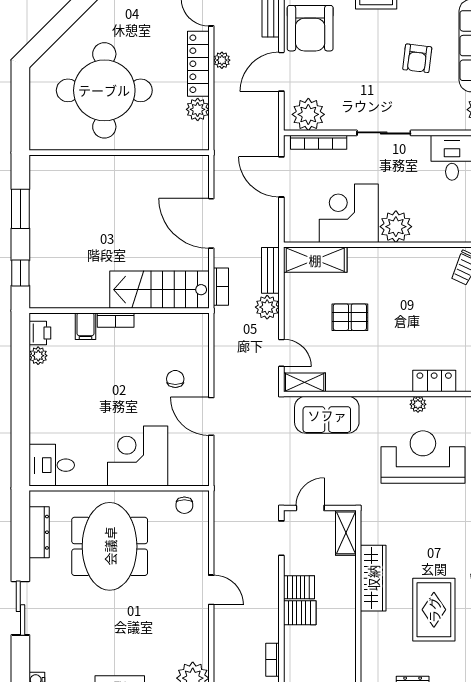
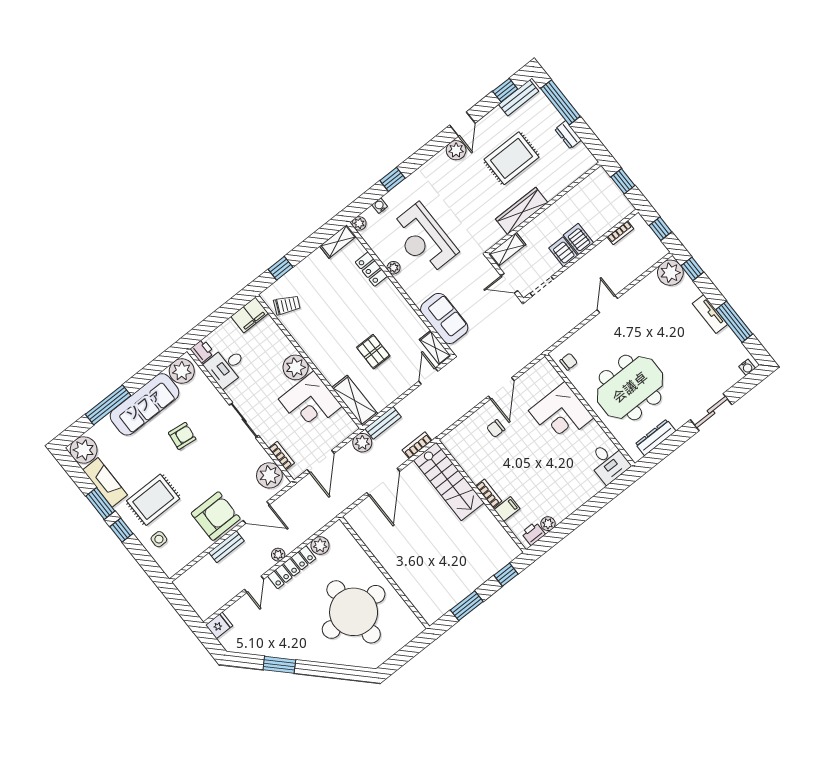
bookcase: (319, 142) -> (281, 456), width x0.64
plant: (267, 307) -> (362, 443), moved

